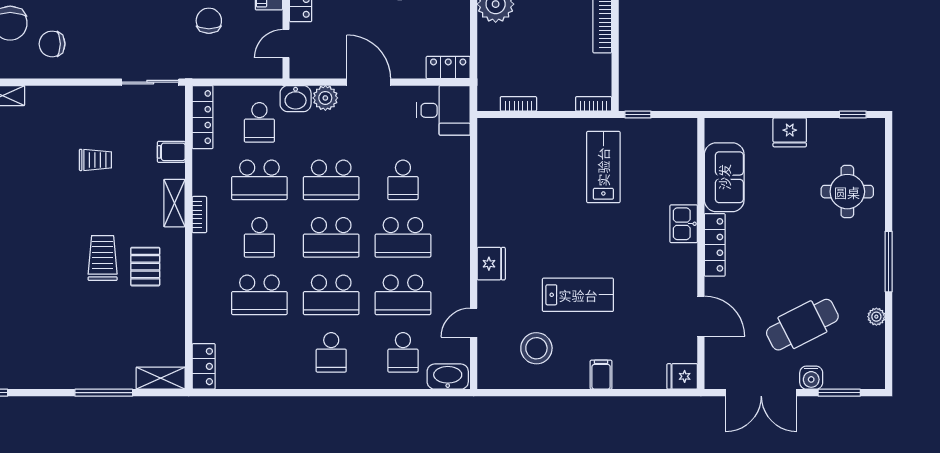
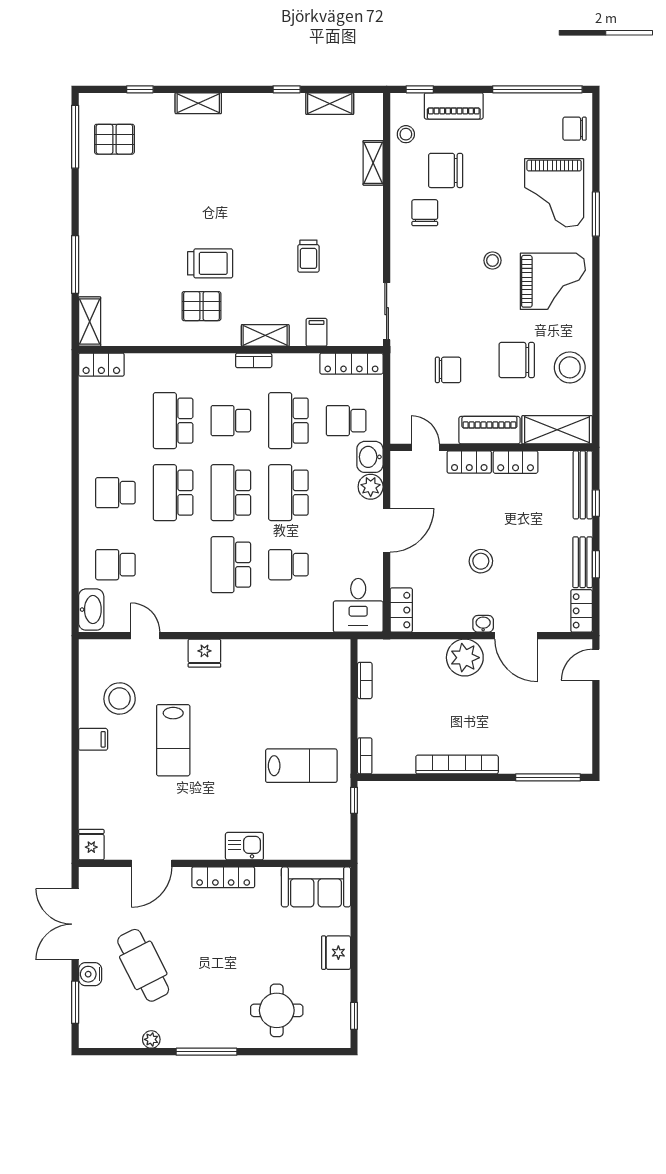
sofa: (724, 177) -> (316, 887), moved
school desk: (403, 295) -> (173, 565), removed
filing cabinet: (601, 375) -> (93, 739), moved

